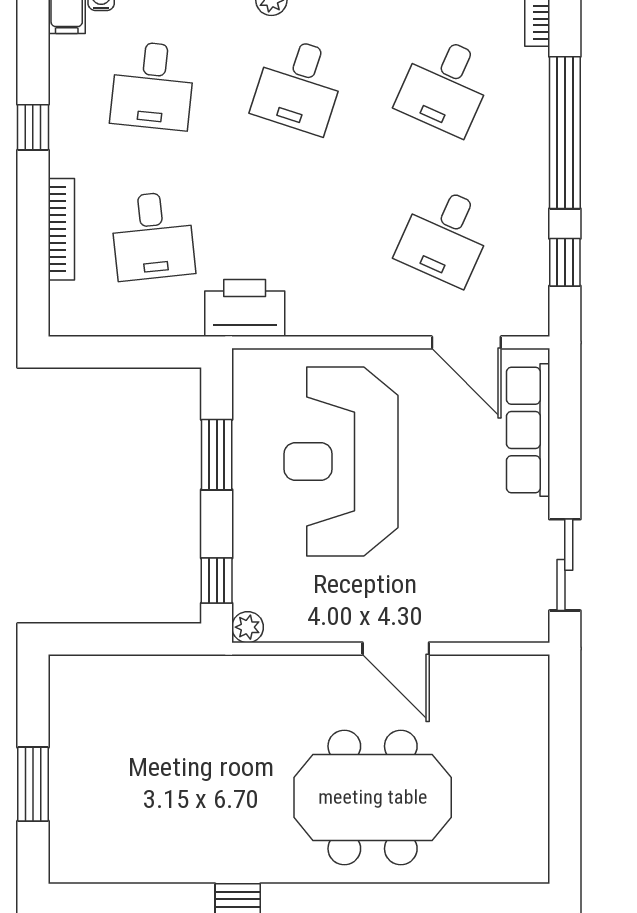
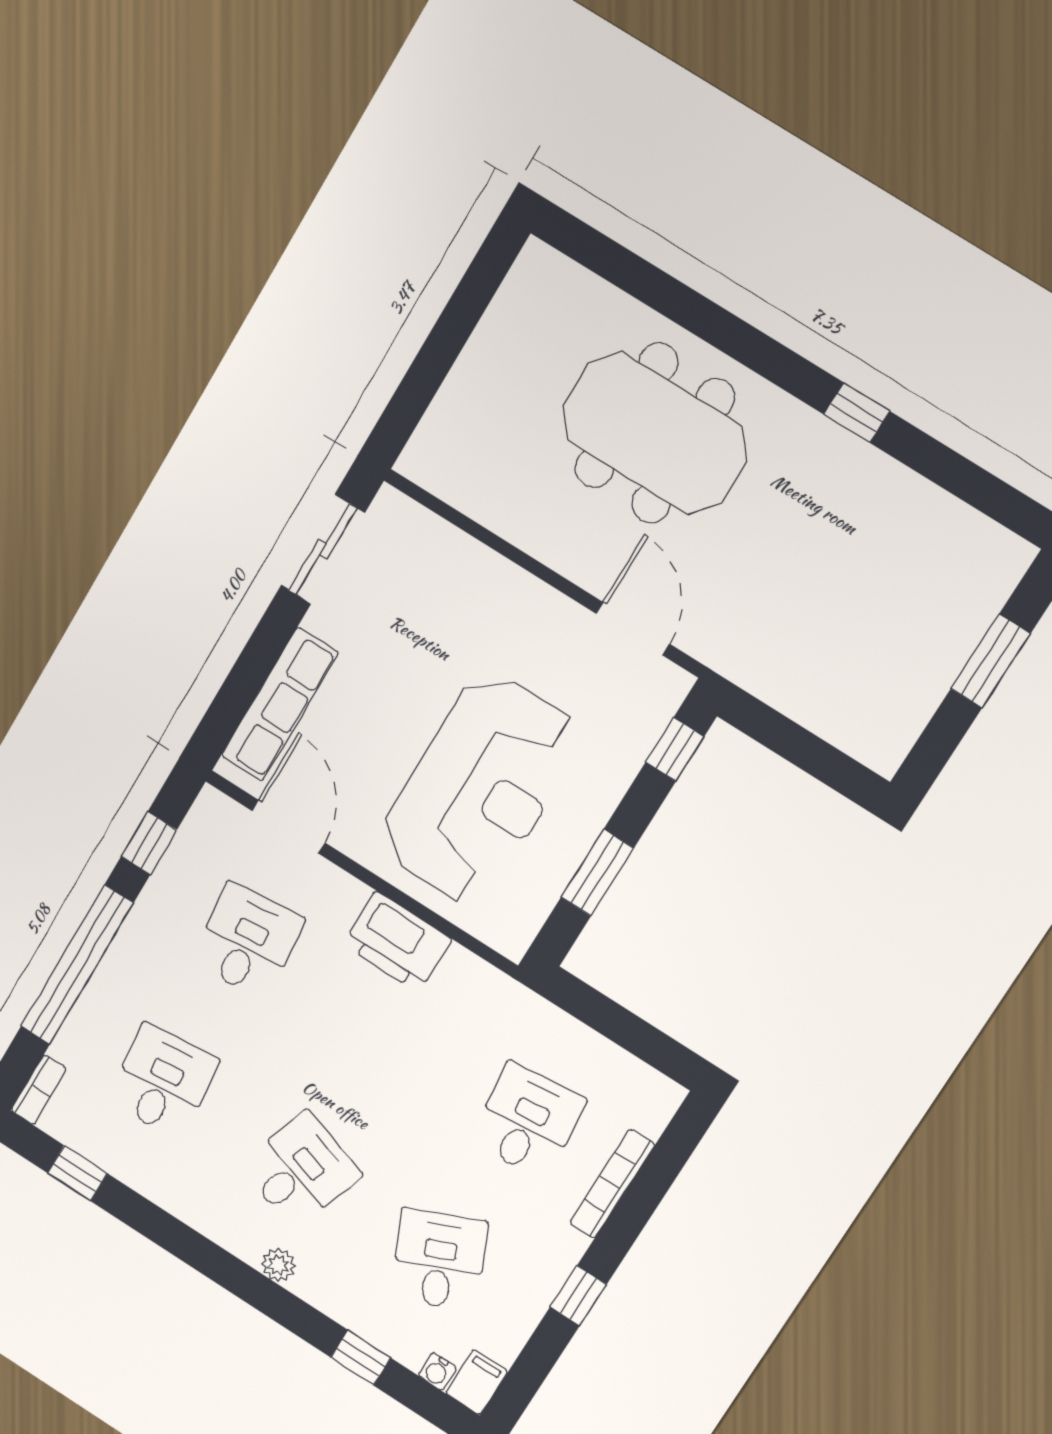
desk: (153, 85) -> (439, 1260), turned -30
desk: (445, 85) -> (163, 1081), turned -30
desk: (445, 236) -> (248, 941), turned -30
printer: (245, 308) -> (397, 942), moved
plant: (248, 627) -> (673, 684), removed
door: (396, 649) -> (633, 629), moved

